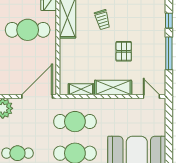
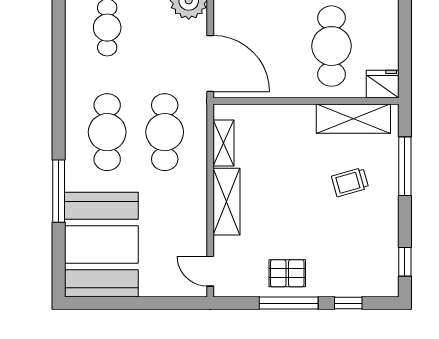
pallet: (124, 51) -> (287, 273), moved
door: (151, 97) -> (210, 271), swing flipped

